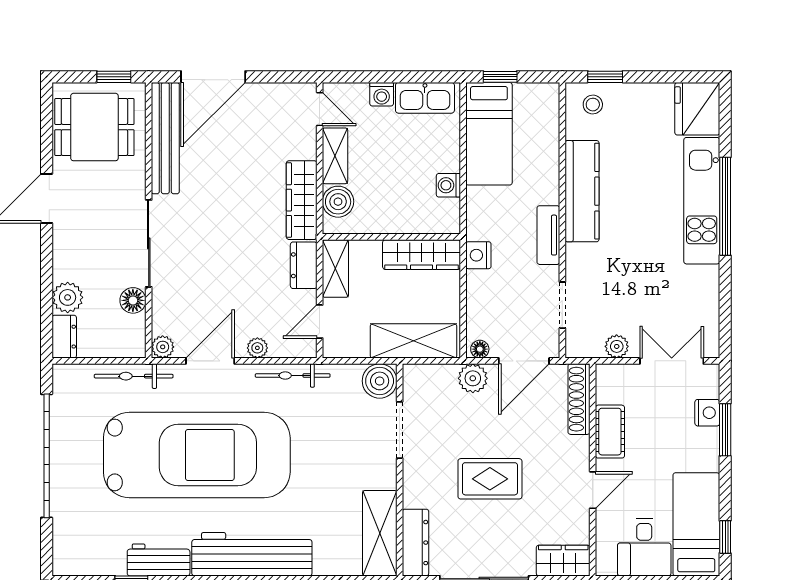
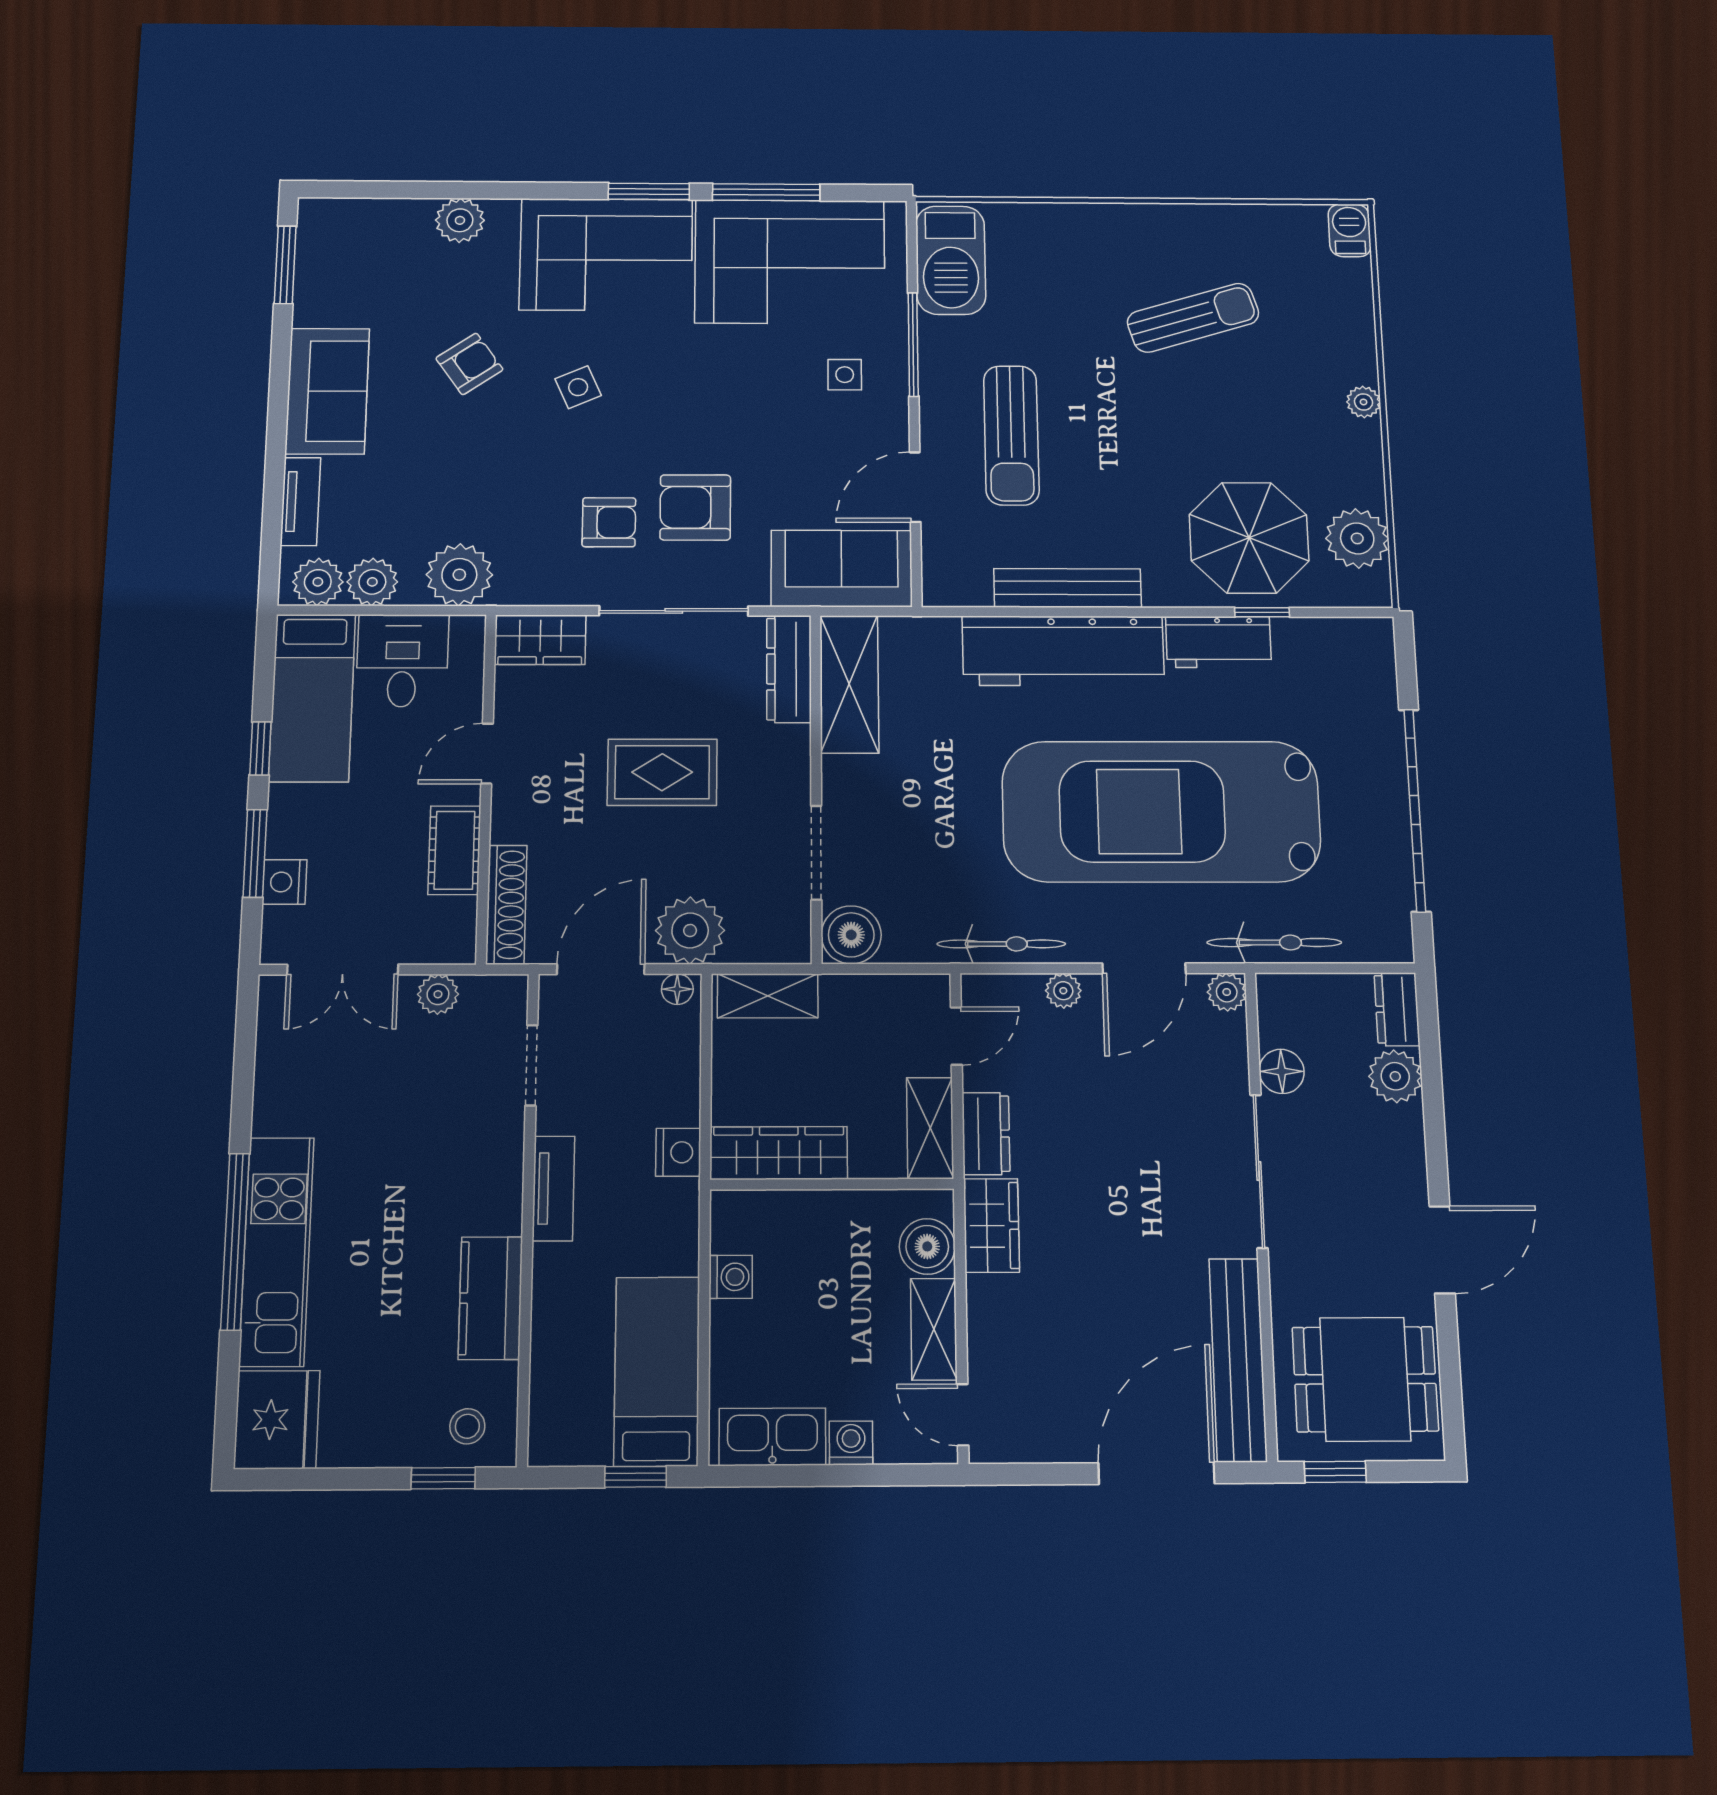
kitchen counter: (582, 191) -> (490, 1298), width x0.67
wardrobe: (302, 200) -> (991, 1225), width x0.67
shelving: (413, 341) -> (768, 996), width x0.67, depth x0.75
plant: (473, 378) -> (690, 930), width x1.36, depth x1.36
window: (725, 537) -> (260, 748), moved

